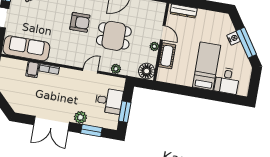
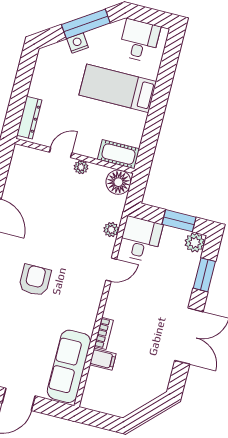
dining table: (114, 36) -> (60, 229), removed
cot: (167, 56) -> (118, 154), moved
door: (90, 71) -> (111, 270), swing flipped
desk: (227, 81) -> (139, 41), moved, turned -90
desk: (109, 101) -> (140, 239), moved
plant: (80, 117) -> (195, 243), moved

